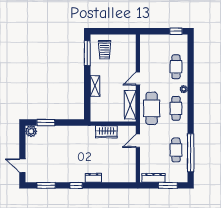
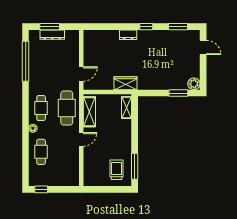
shelving: (95, 86) -> (127, 108), moved
wardrobe: (106, 132) -> (125, 83), moved
cafe table: (176, 150) -> (41, 64), removed
dresser: (153, 178) -> (52, 35), moved

